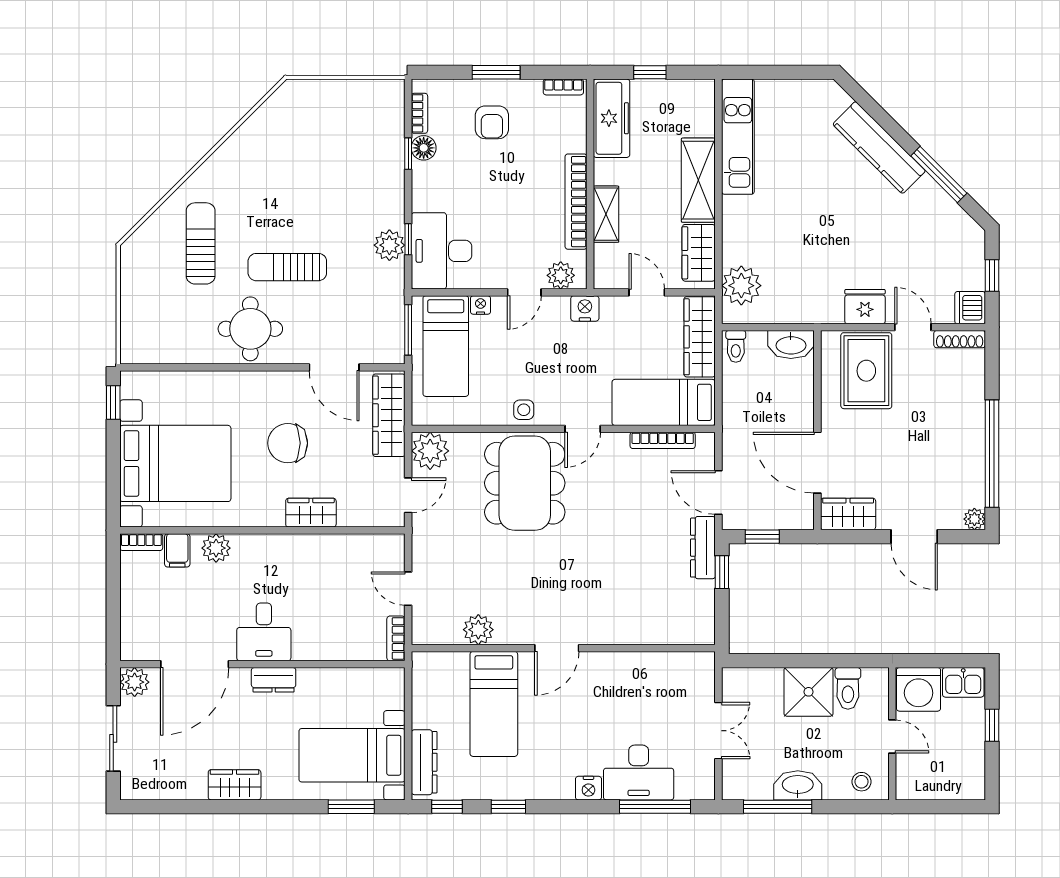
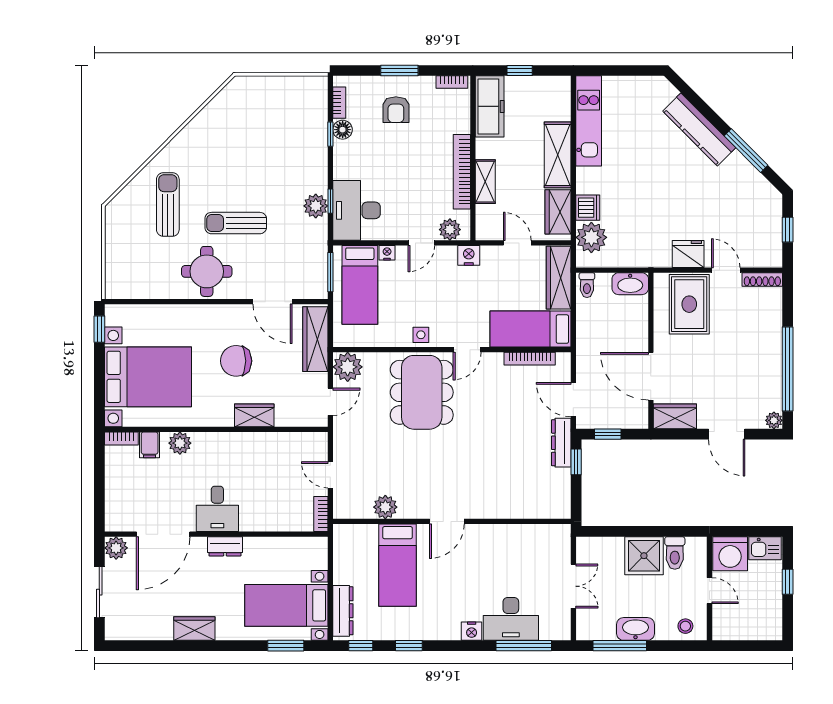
dishwasher: (970, 308) -> (588, 208), moved, turned 180

